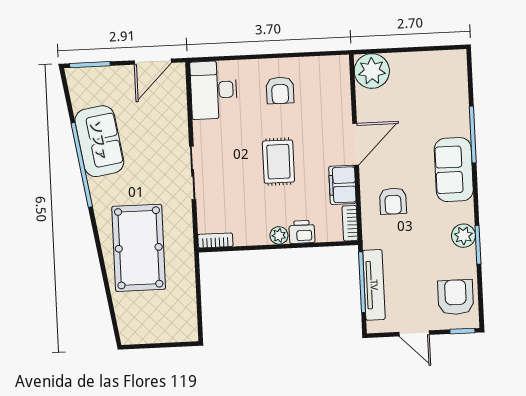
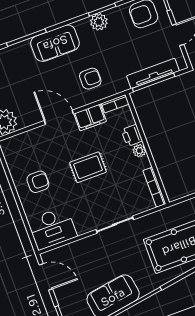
bookcase: (215, 240) -> (154, 187), width x1.56

